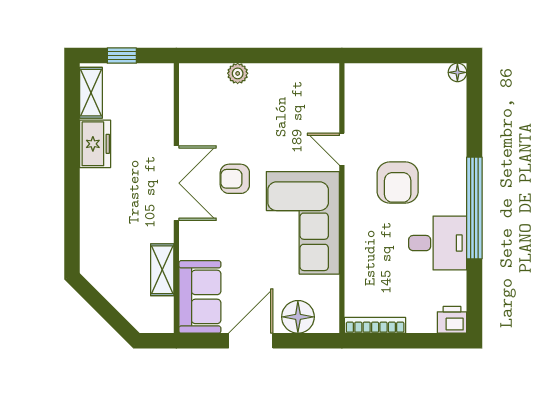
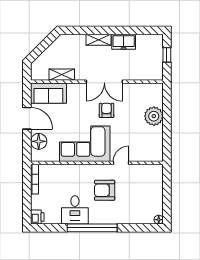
plant: (238, 73) -> (154, 116), width x1.87, depth x1.87
shelving: (91, 93) -> (99, 40), moved

